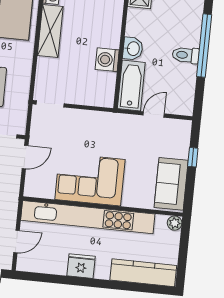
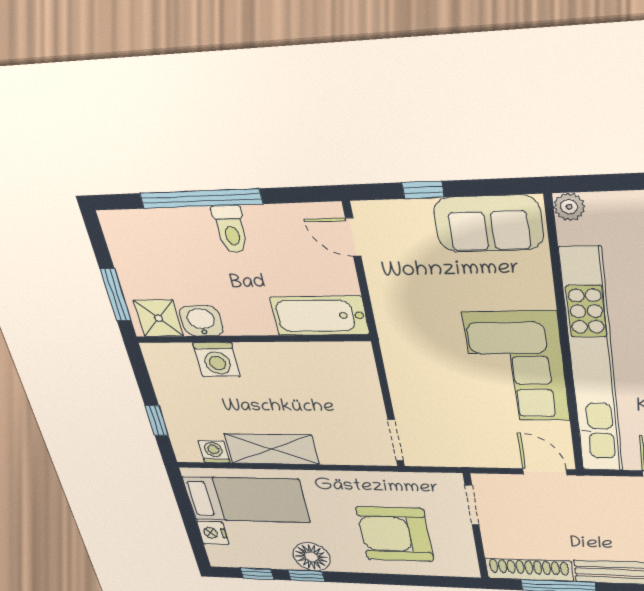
washbasin: (133, 49) -> (201, 321), moved
washing machine: (107, 60) -> (217, 360), moved
door: (154, 114) -> (353, 237), moved
door: (25, 157) -> (545, 472), moved

